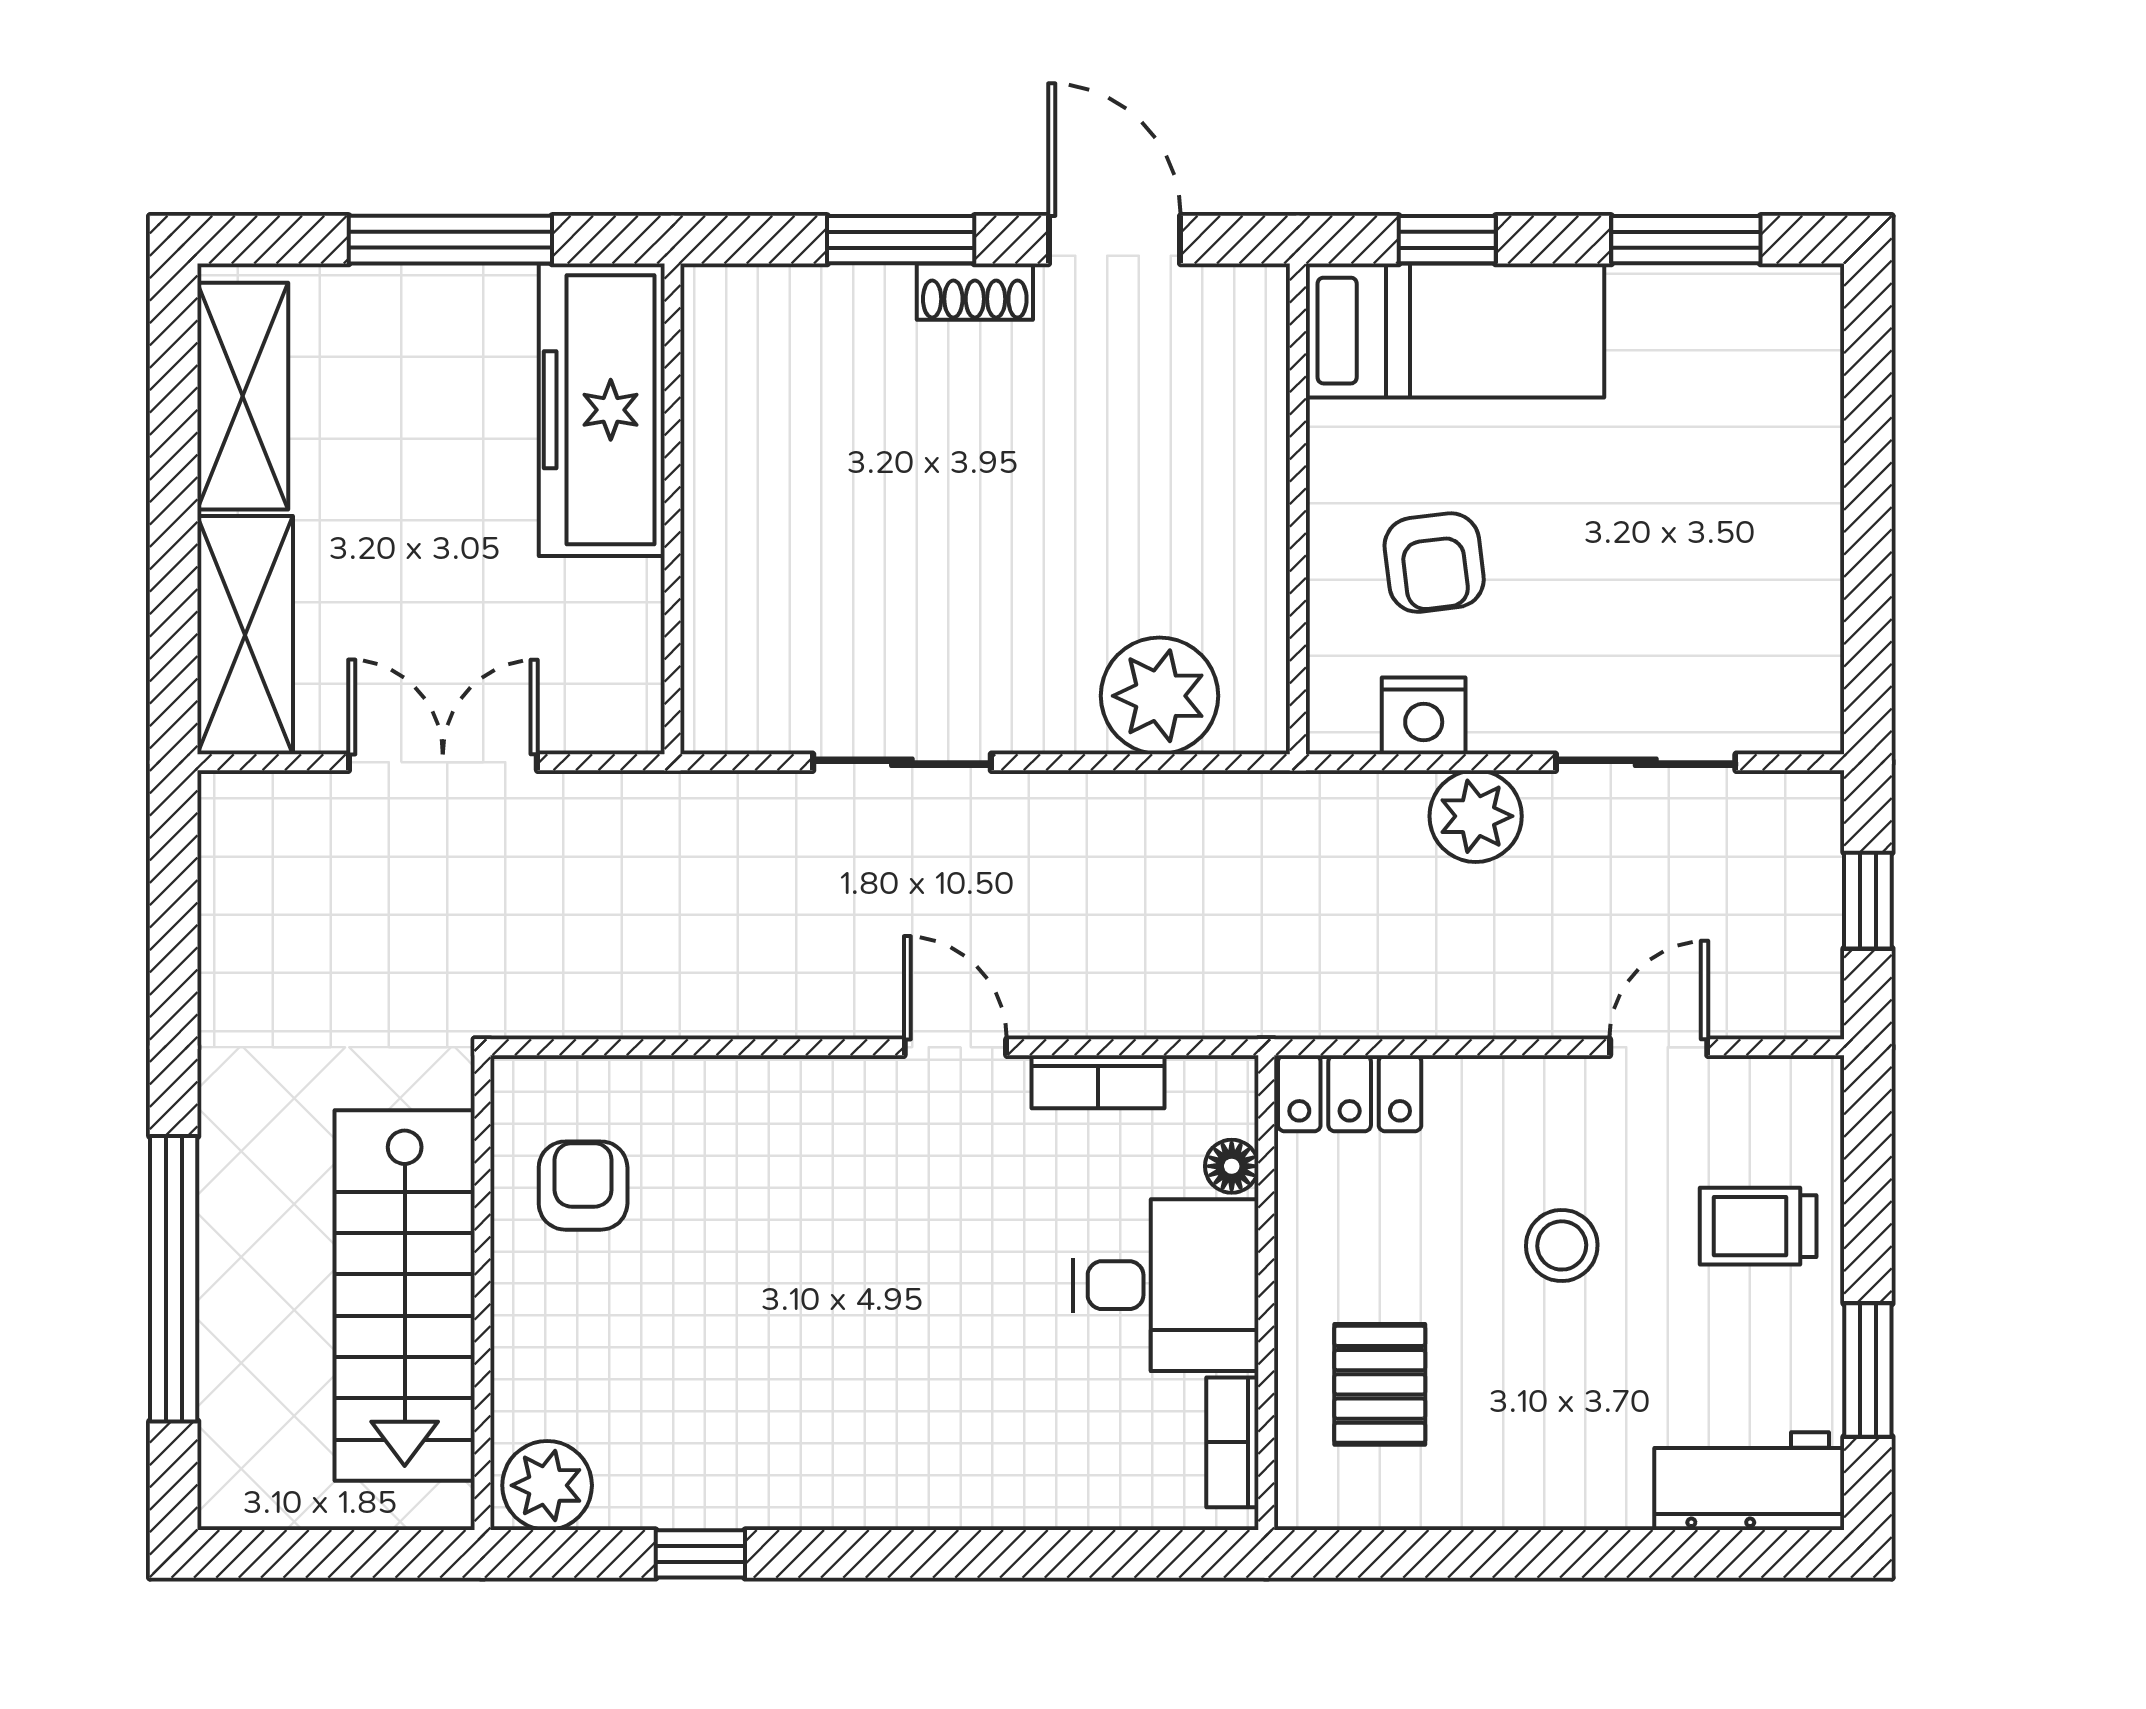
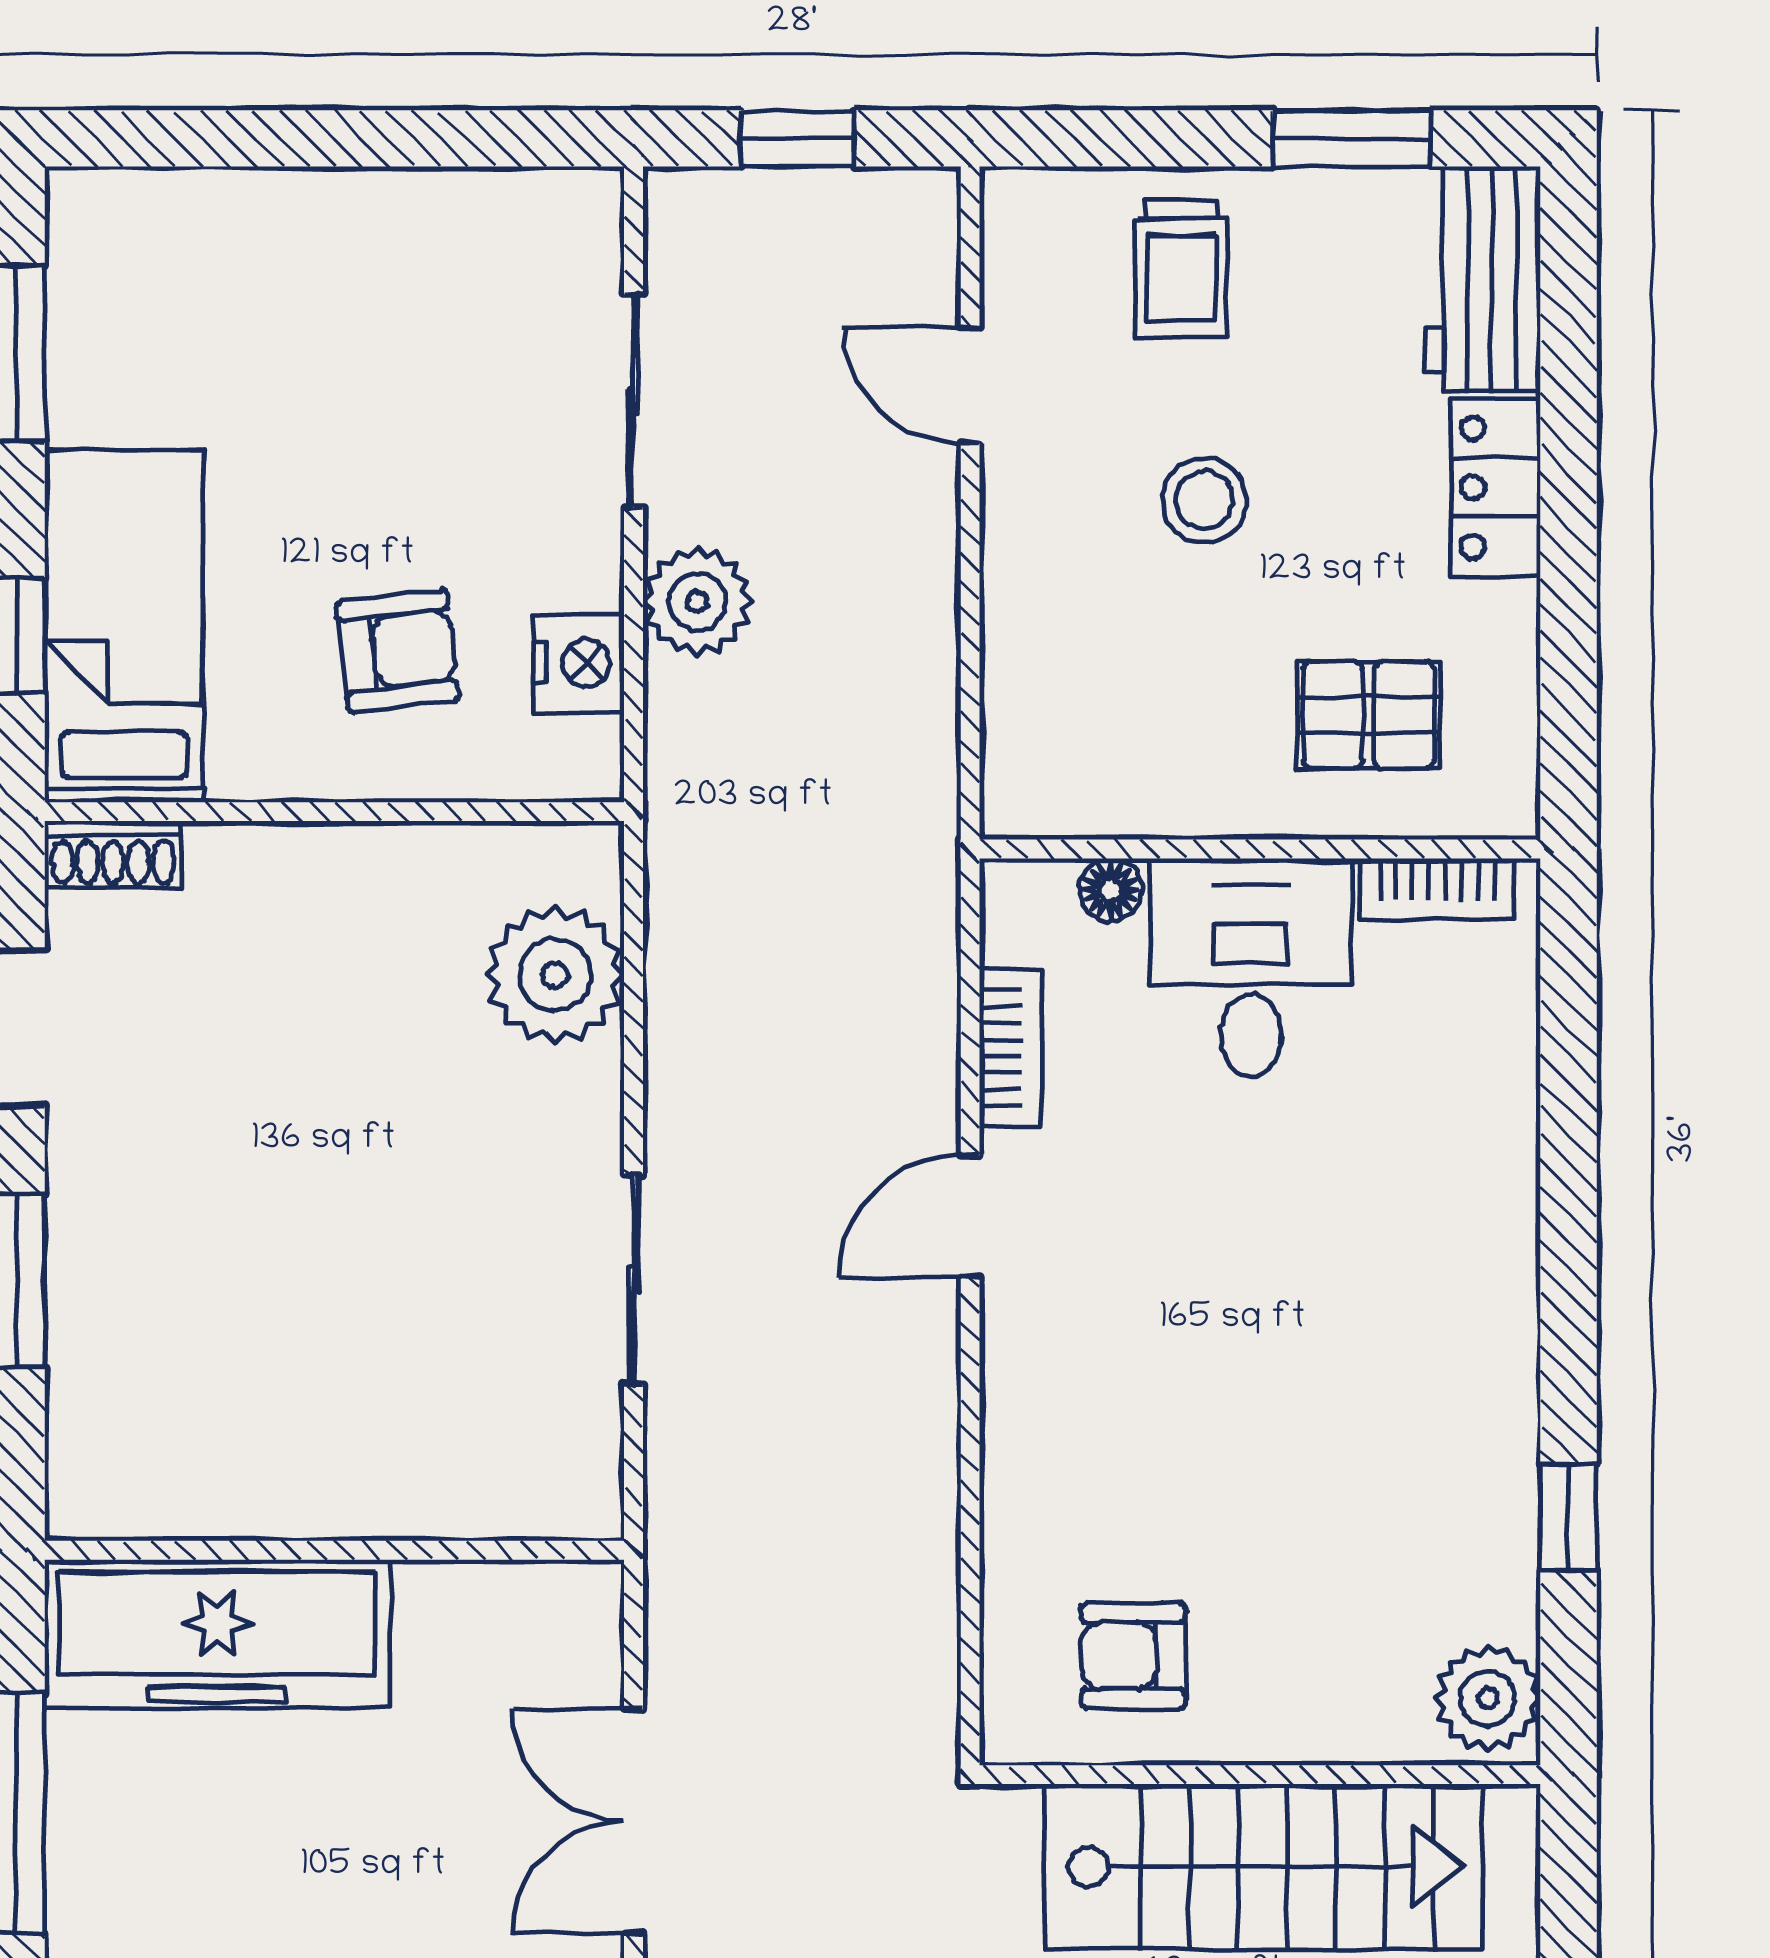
shoe rack: (975, 292) -> (113, 854), moved, turned 90
locker: (1350, 1093) -> (1495, 487), moved, turned 180

